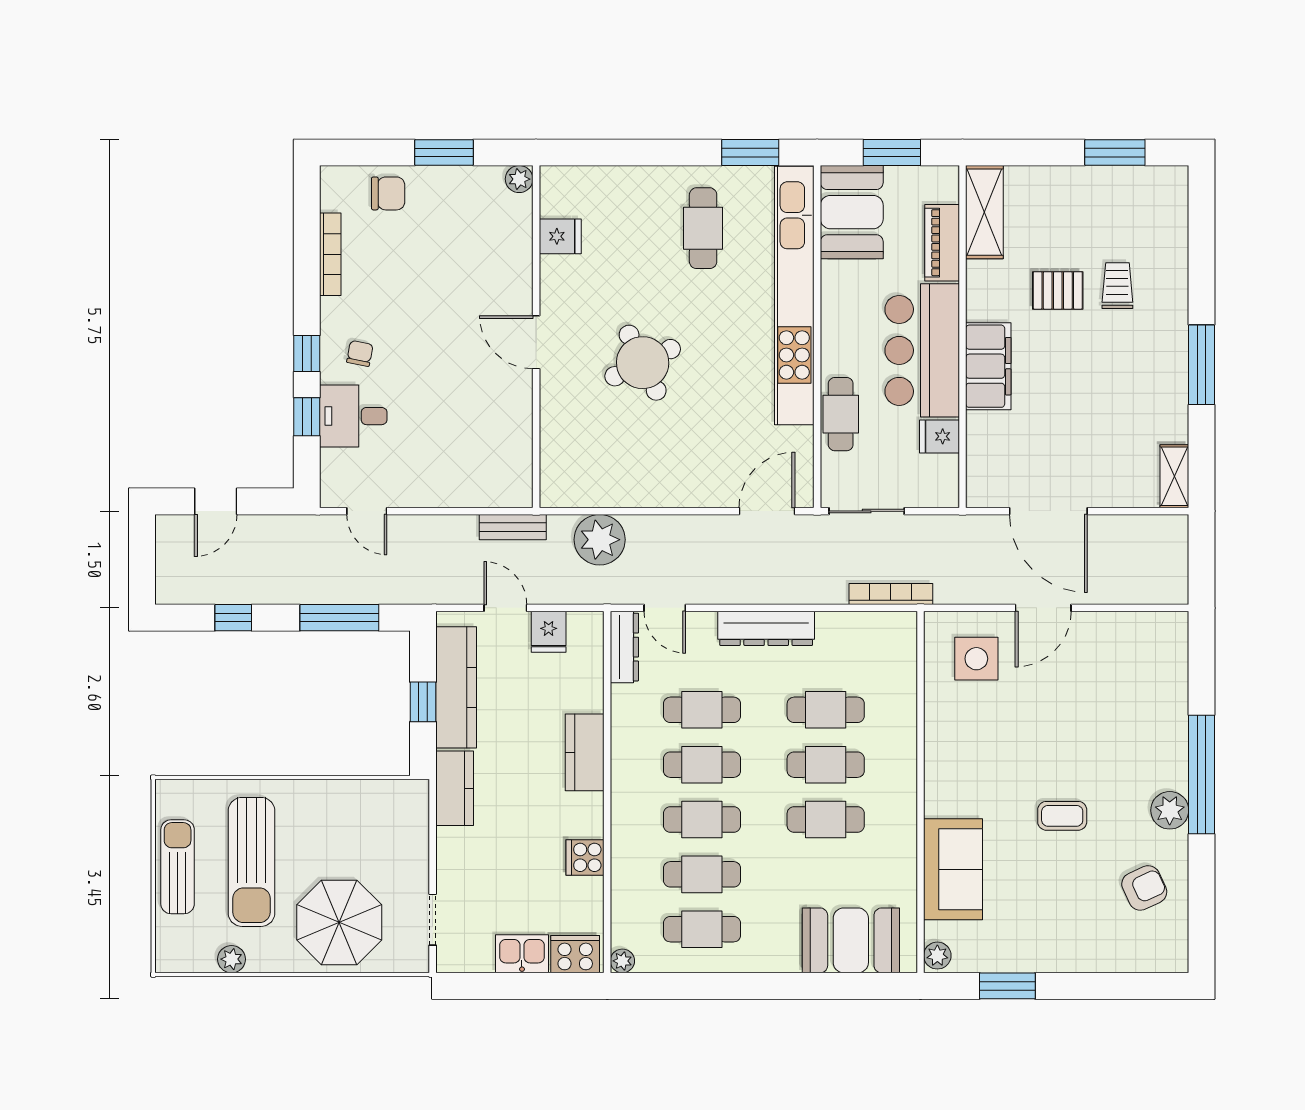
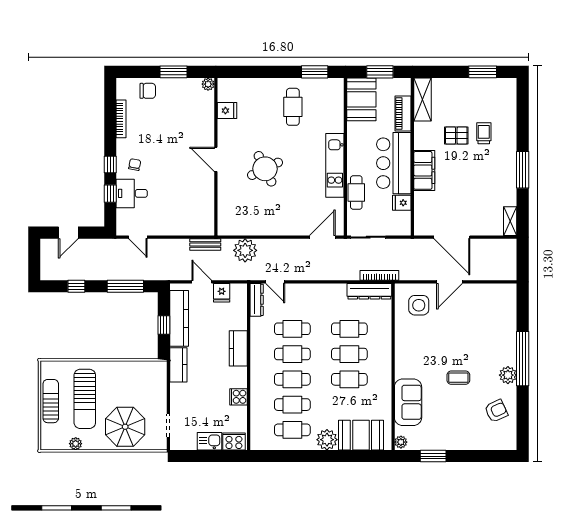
kitchen unit: (794, 295) -> (335, 165), width x0.54
dresser: (766, 628) -> (369, 291), moved
plant: (622, 961) -> (327, 440), moved, width x1.87, depth x1.87

